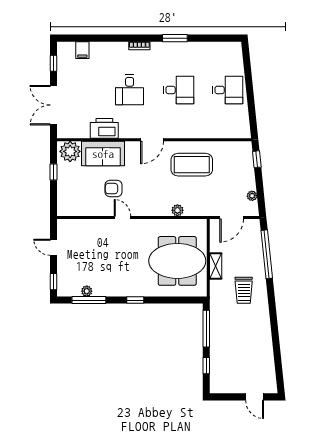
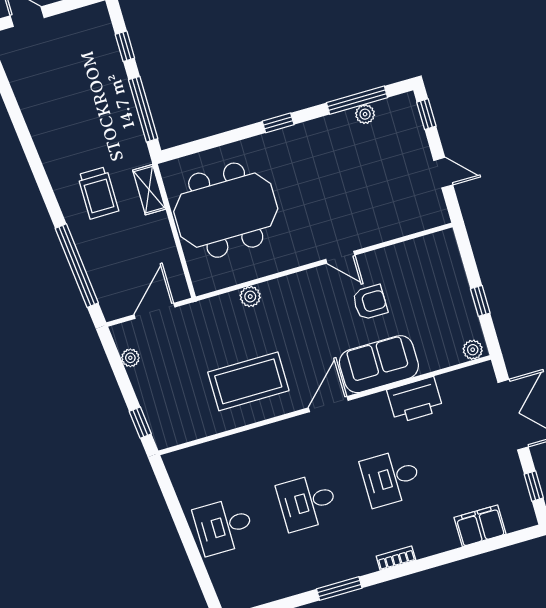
filing cabinet: (82, 50) -> (480, 526), width x2.00
desk: (130, 90) -> (391, 478), turned -90
plant: (70, 151) -> (473, 350), width x0.53, depth x0.53
sofa: (103, 154) -> (379, 364), moved
shelving: (216, 266) -> (149, 190), moved
trolley: (244, 290) -> (98, 193), turned 180

